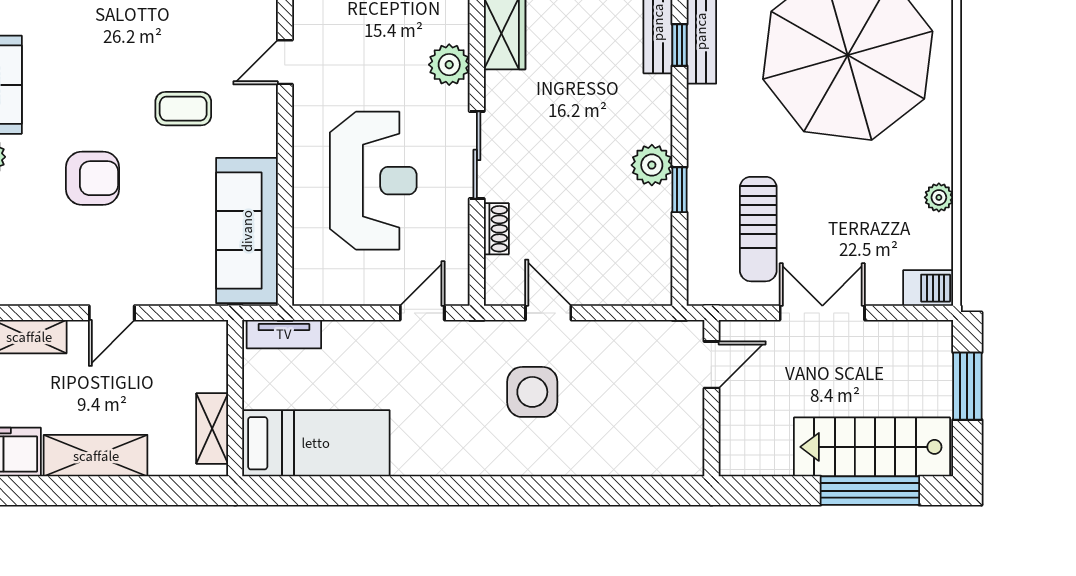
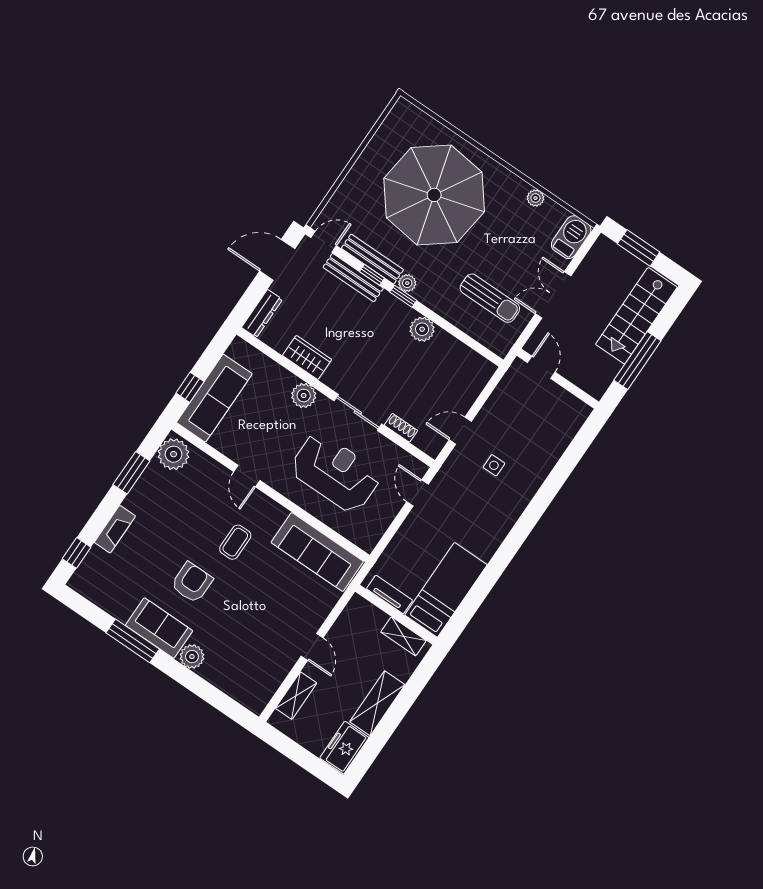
plant: (701, 101) -> (407, 283), added
armchair: (93, 178) -> (192, 583), moved
window: (679, 190) -> (403, 296), moved
barbecue: (928, 288) -> (571, 237), width x1.38, depth x1.27
tv unit: (284, 334) -> (390, 594), moved, turned -90
side table: (532, 392) -> (494, 465), width x0.54, depth x0.54
window: (870, 491) -> (637, 360), moved

